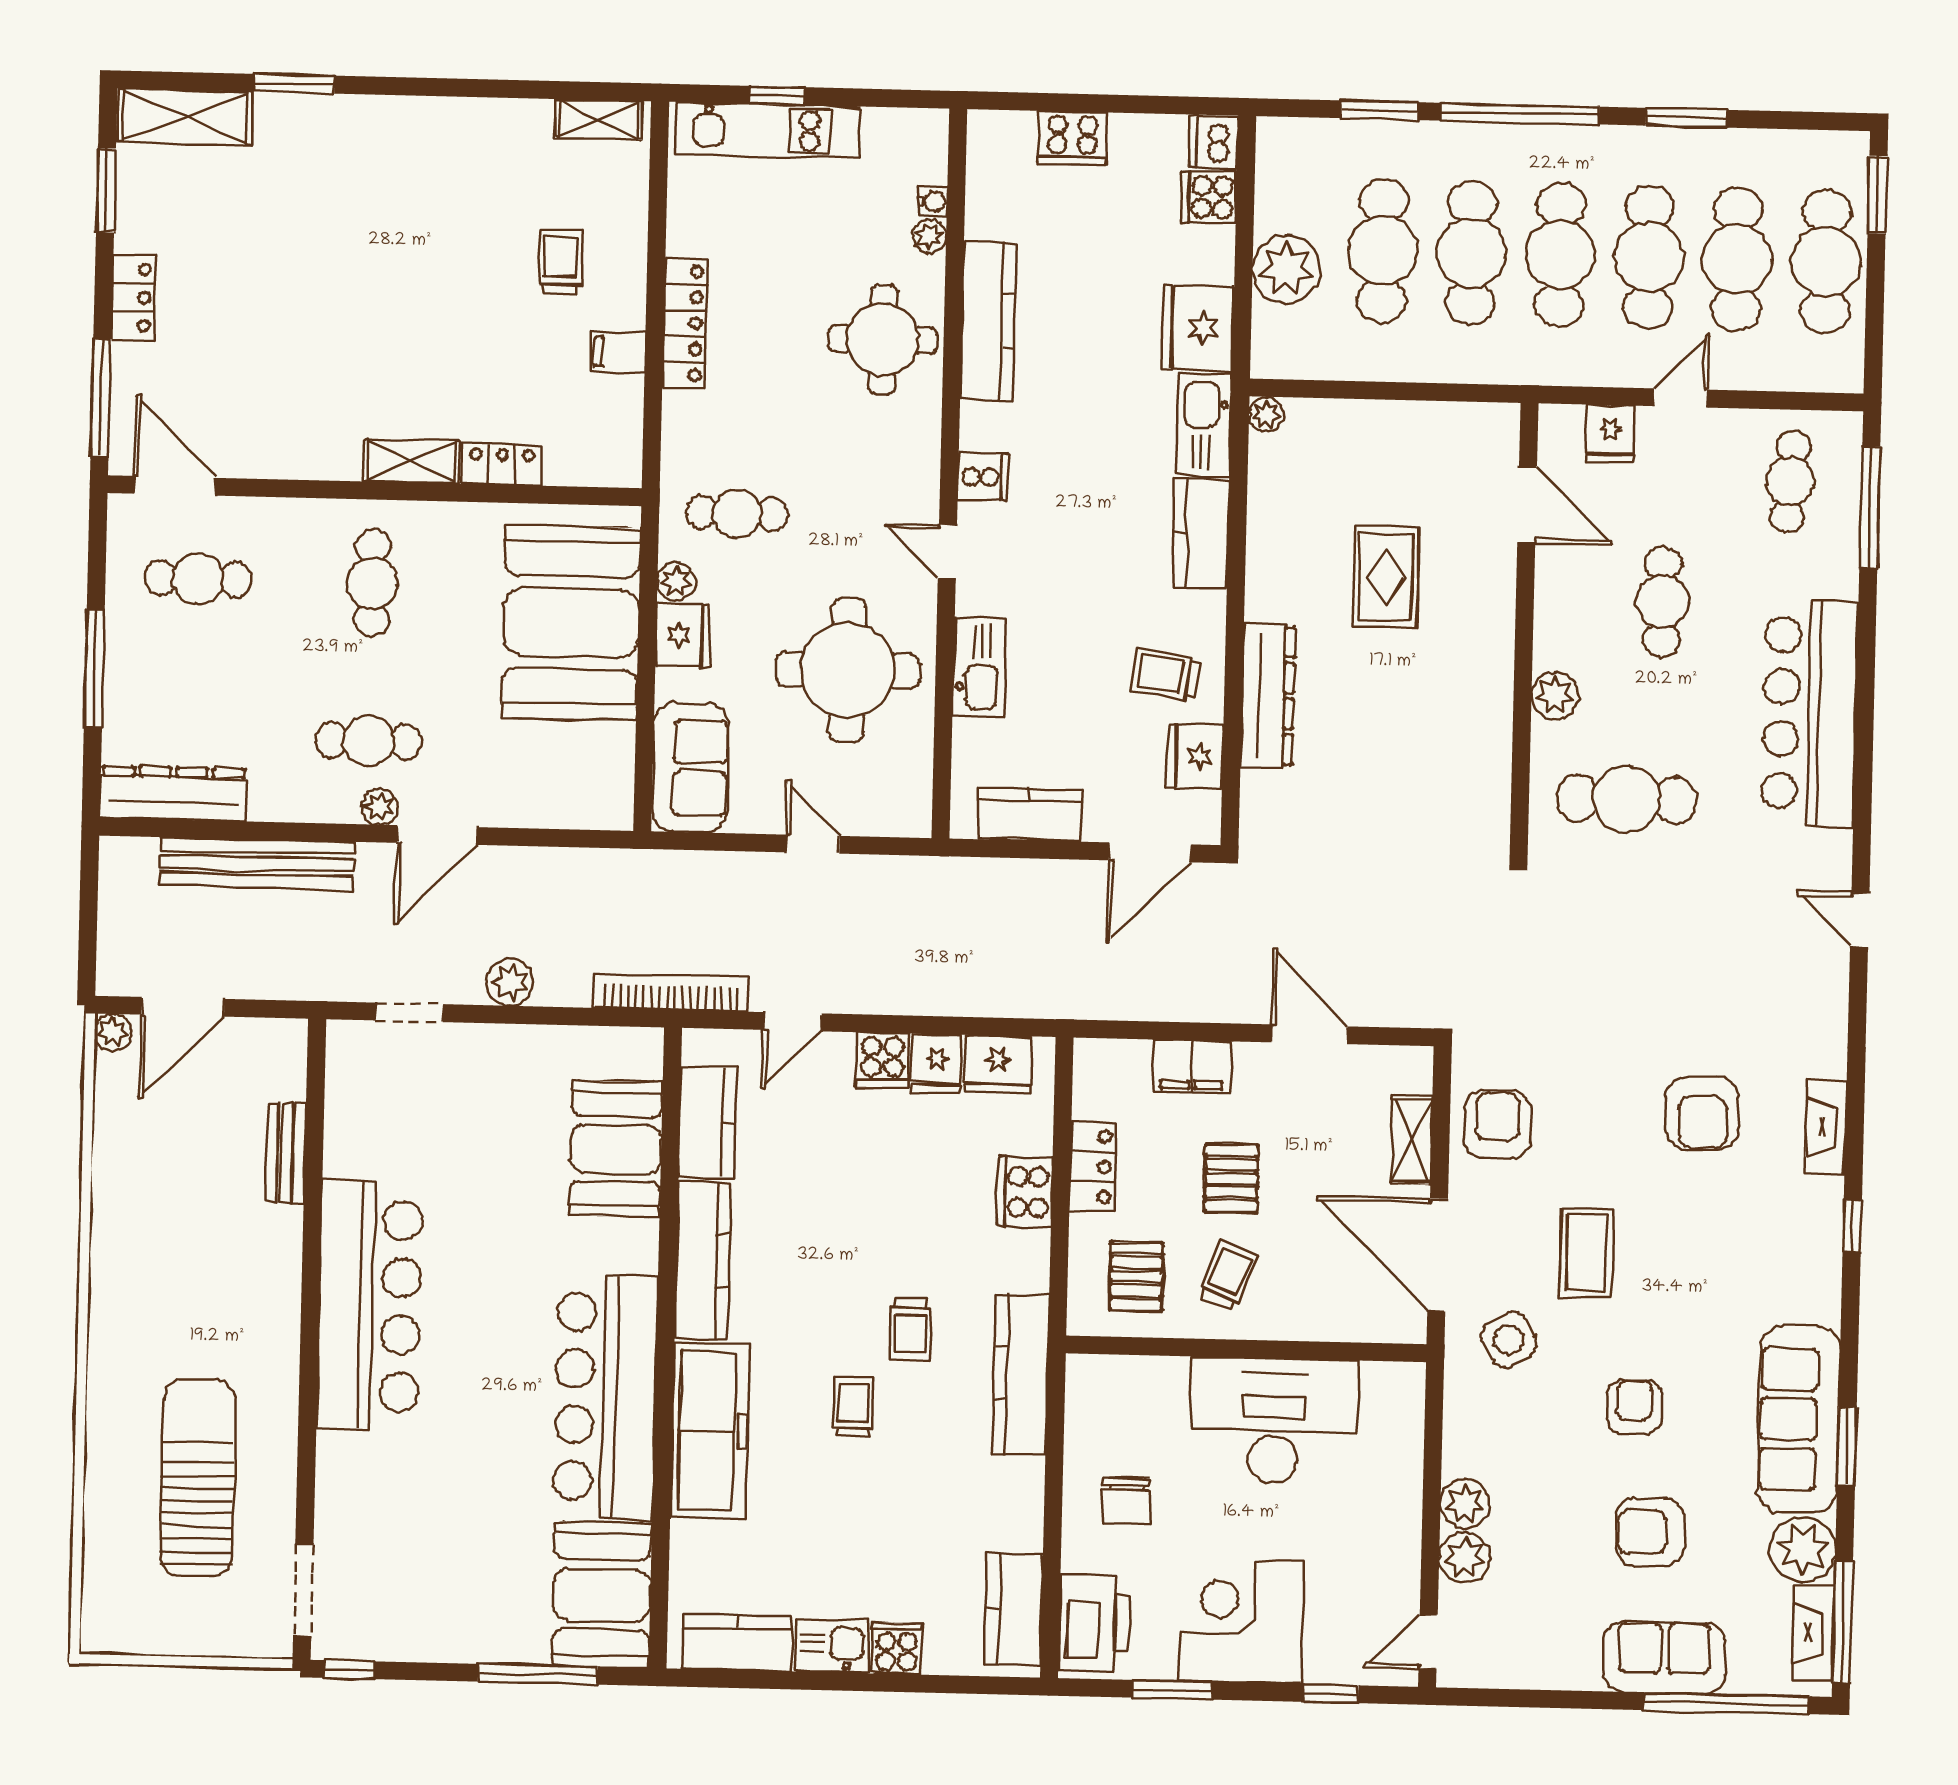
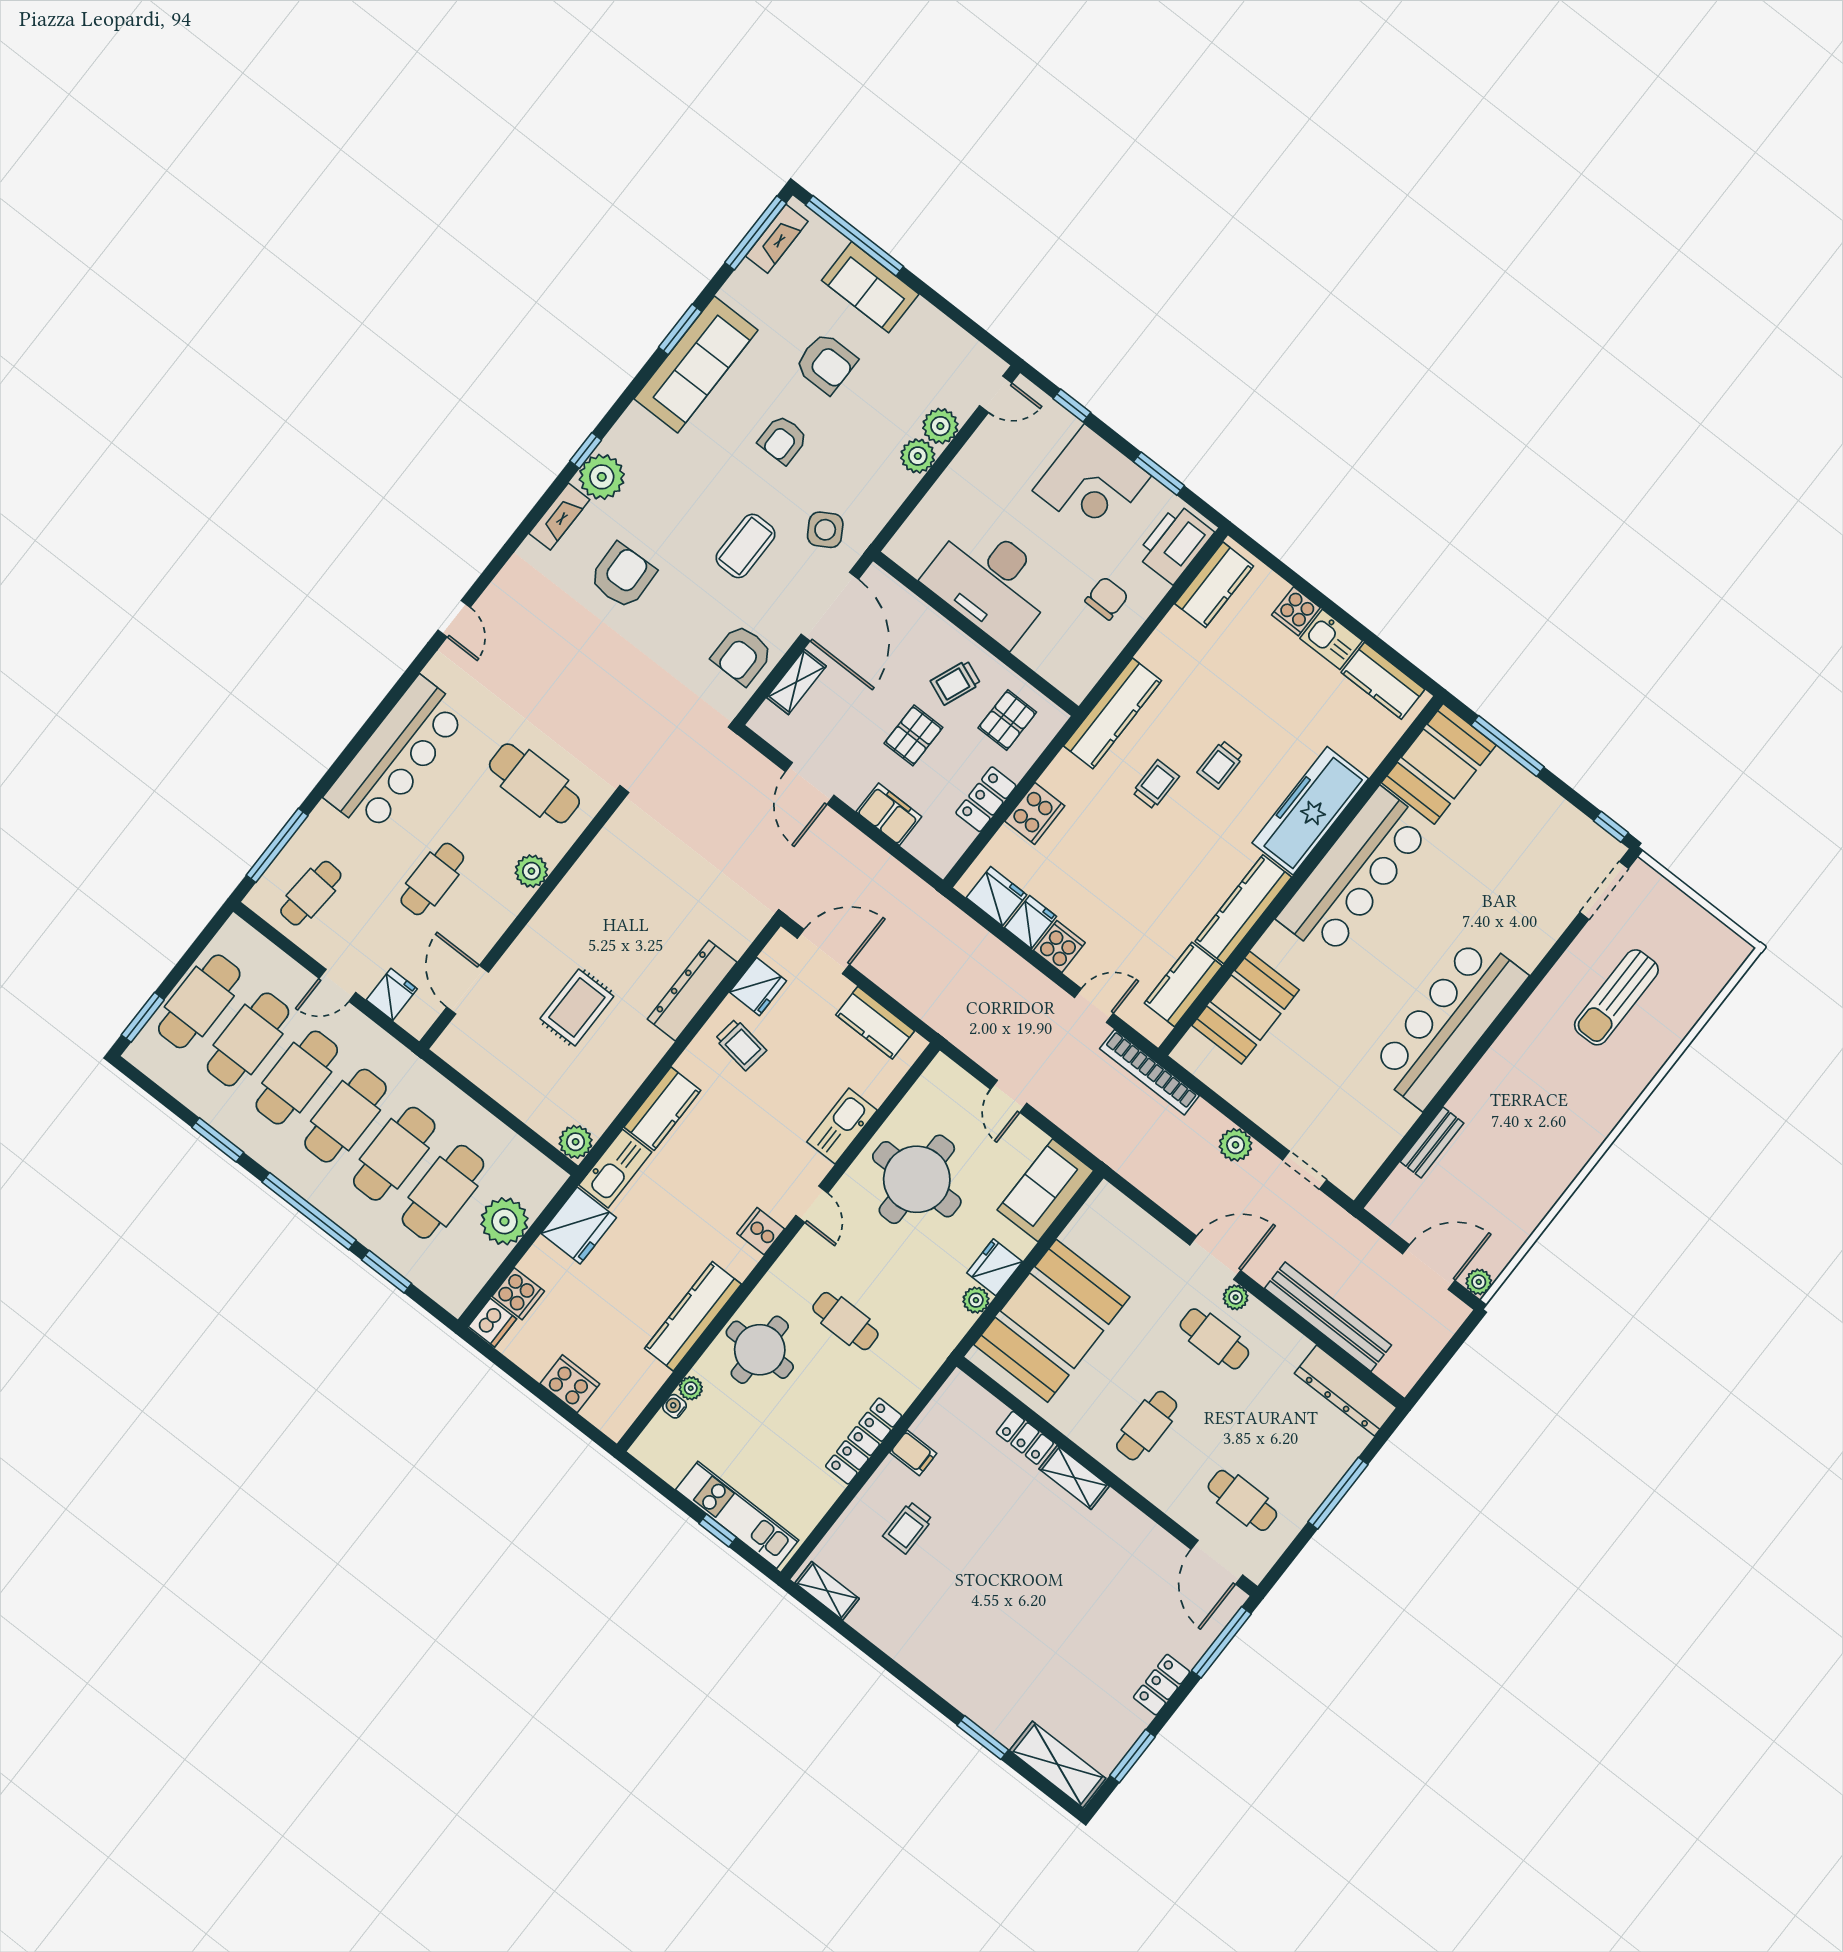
plant: (1266, 415) -> (576, 1142), width x1.38, depth x1.38
cafe table: (737, 513) -> (845, 1321), moved
sun lounger: (198, 1478) -> (1616, 997), width x0.73, depth x0.75
plant: (1803, 1549) -> (602, 477), moved

